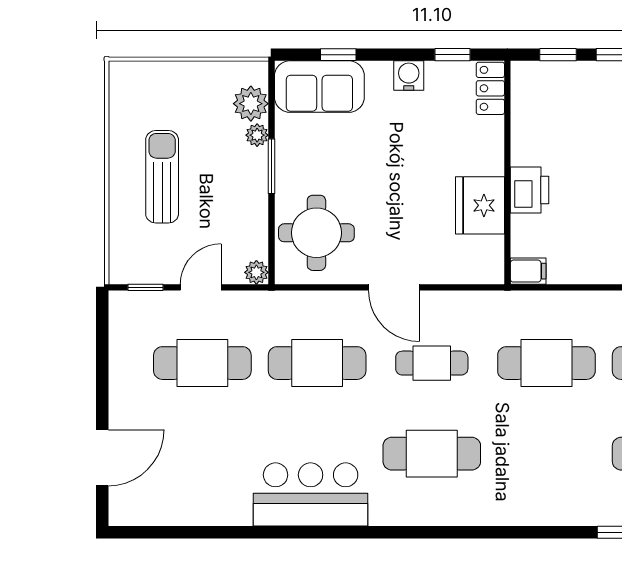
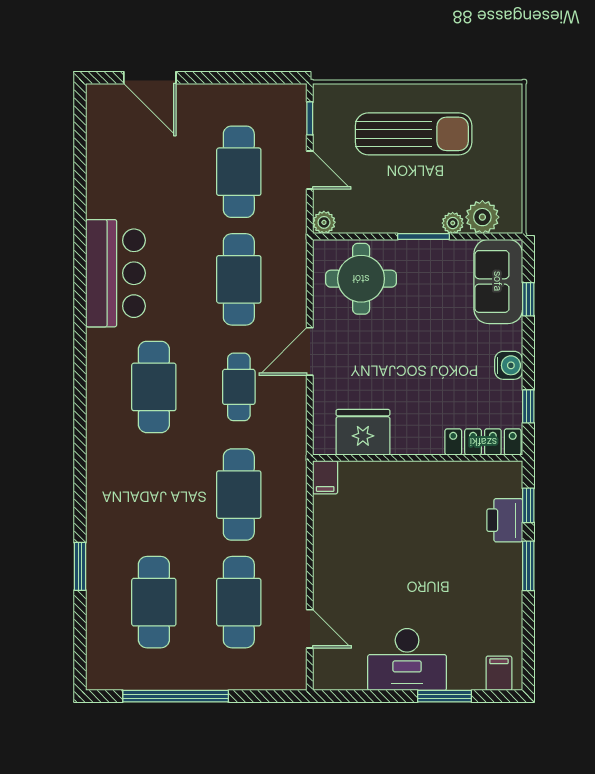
locker: (490, 88) -> (483, 442), width x1.53
sun lounger: (162, 177) -> (414, 134), width x1.36, depth x1.34
printer: (529, 190) -> (505, 520), moved, turned 90
fridge: (480, 205) -> (363, 432), moved

